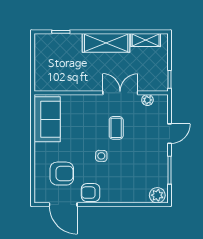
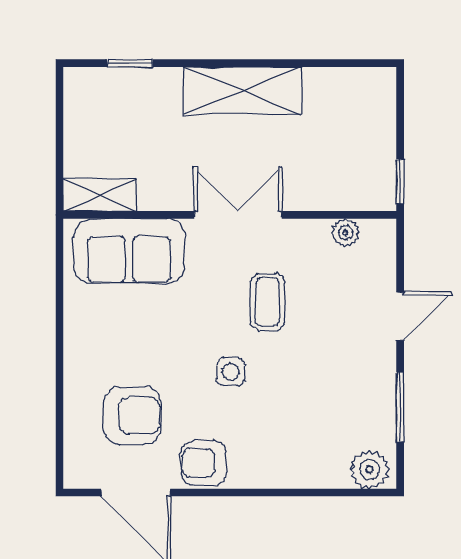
shelving: (146, 40) -> (100, 195), moved
double door: (120, 93) -> (238, 215), moved
sofa: (47, 119) -> (129, 251), moved, turned 90

